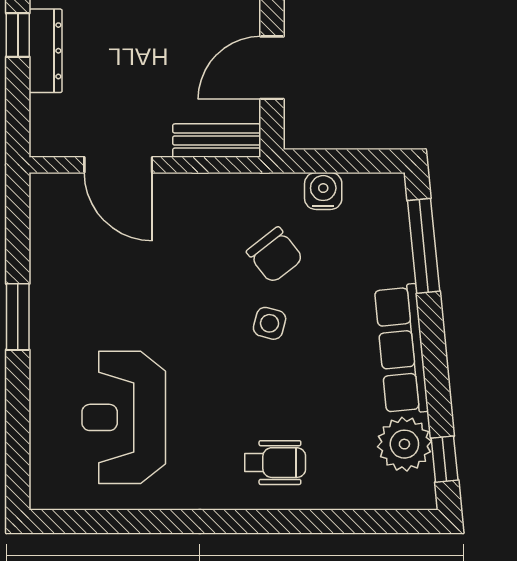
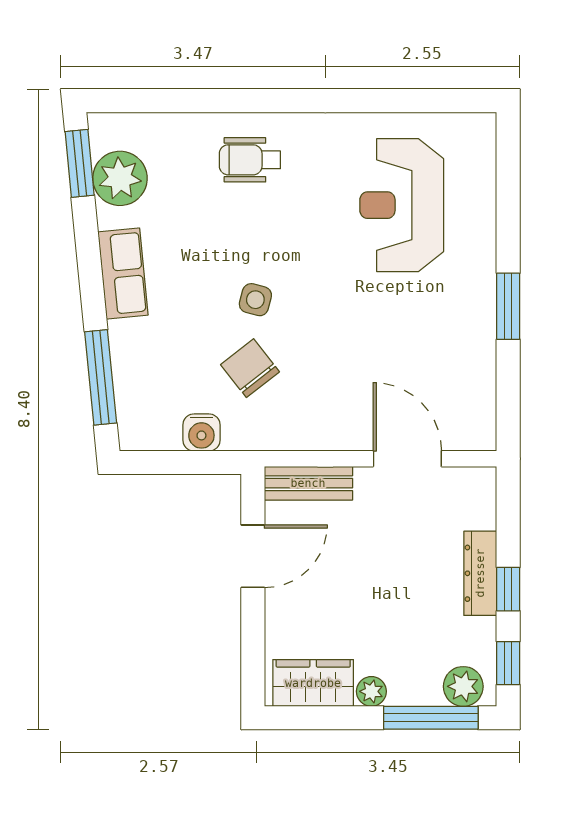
row of seats: (401, 349) -> (123, 274), width x0.68
reception desk: (124, 417) -> (402, 205), turned 180
window: (445, 459) -> (80, 163), width x1.50

